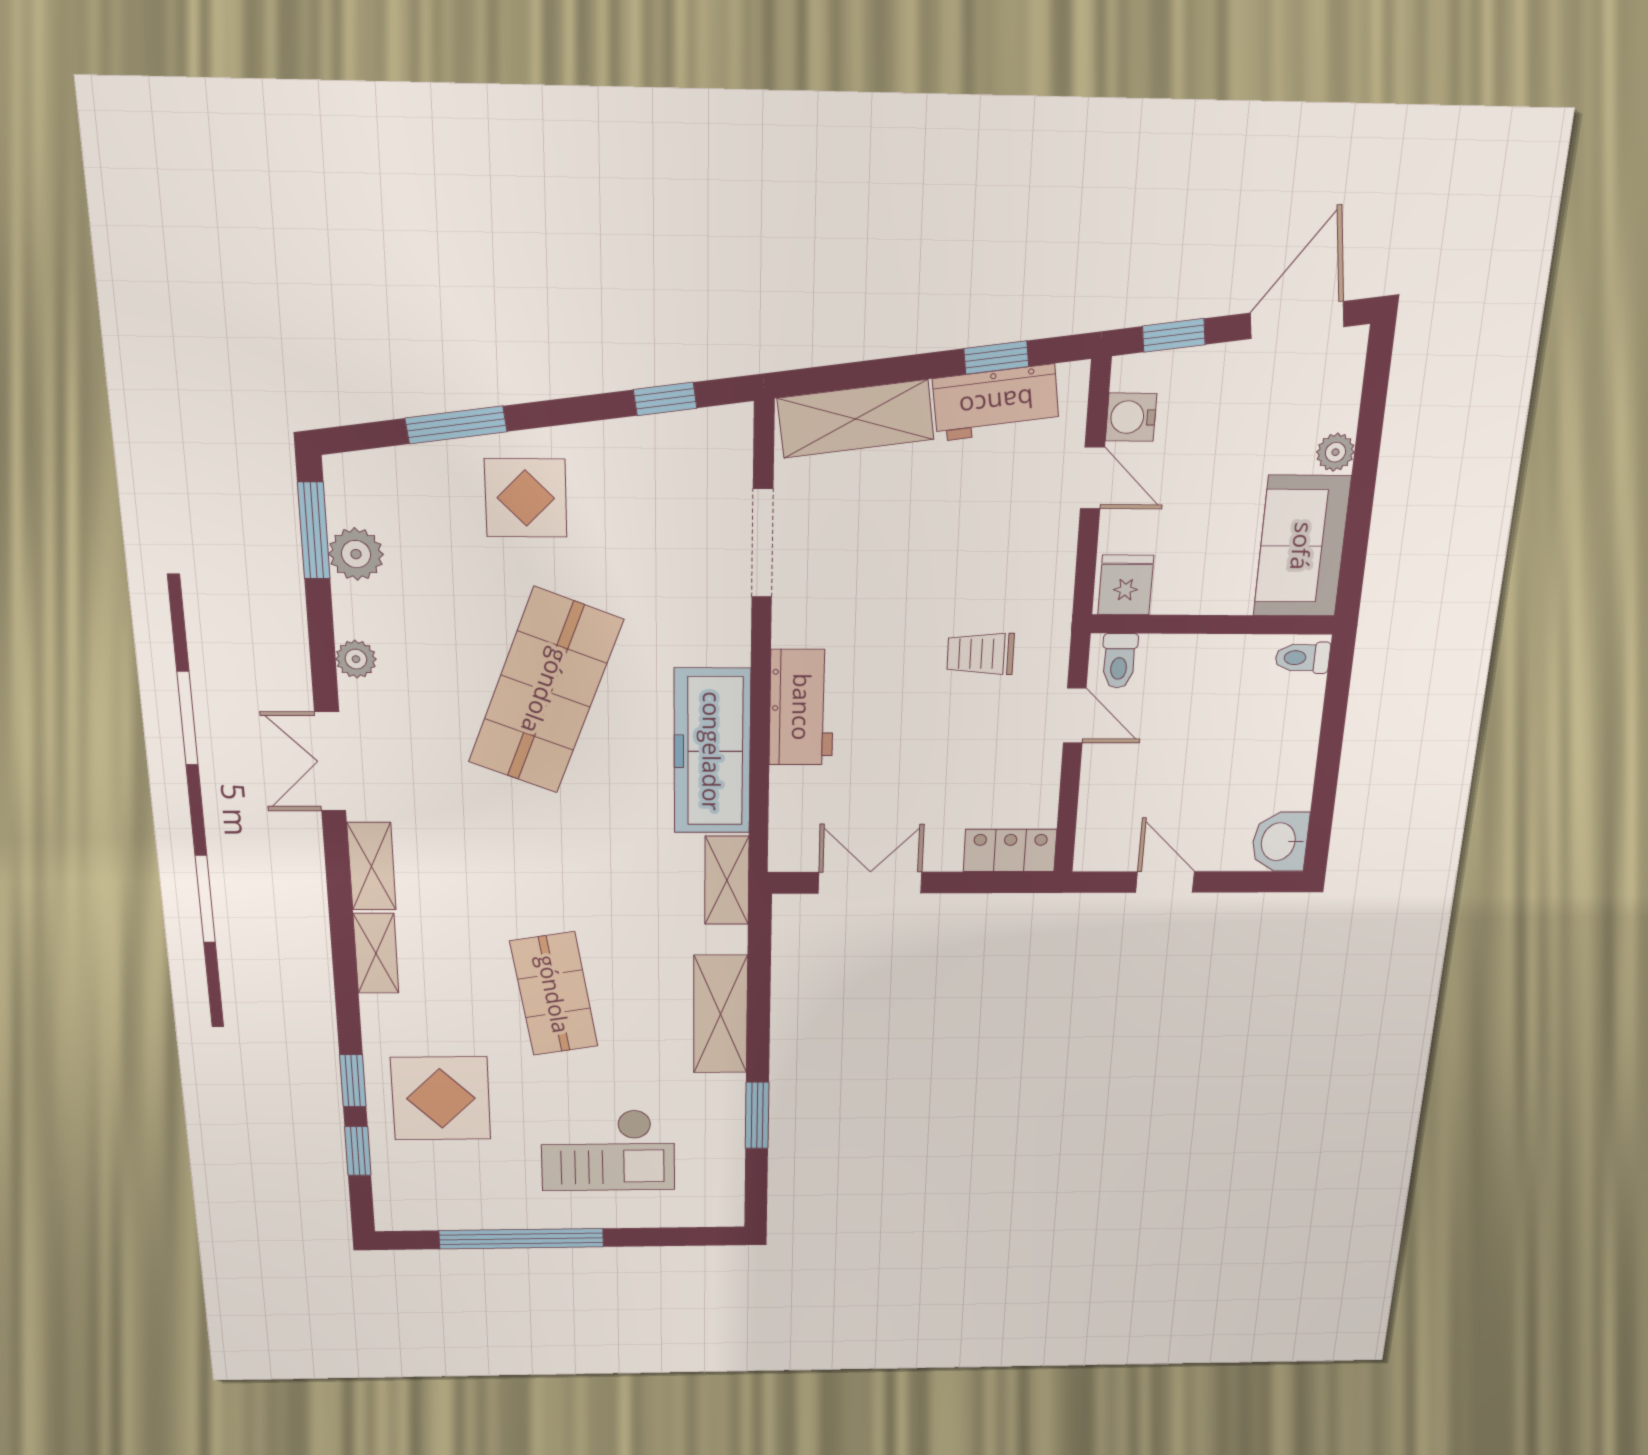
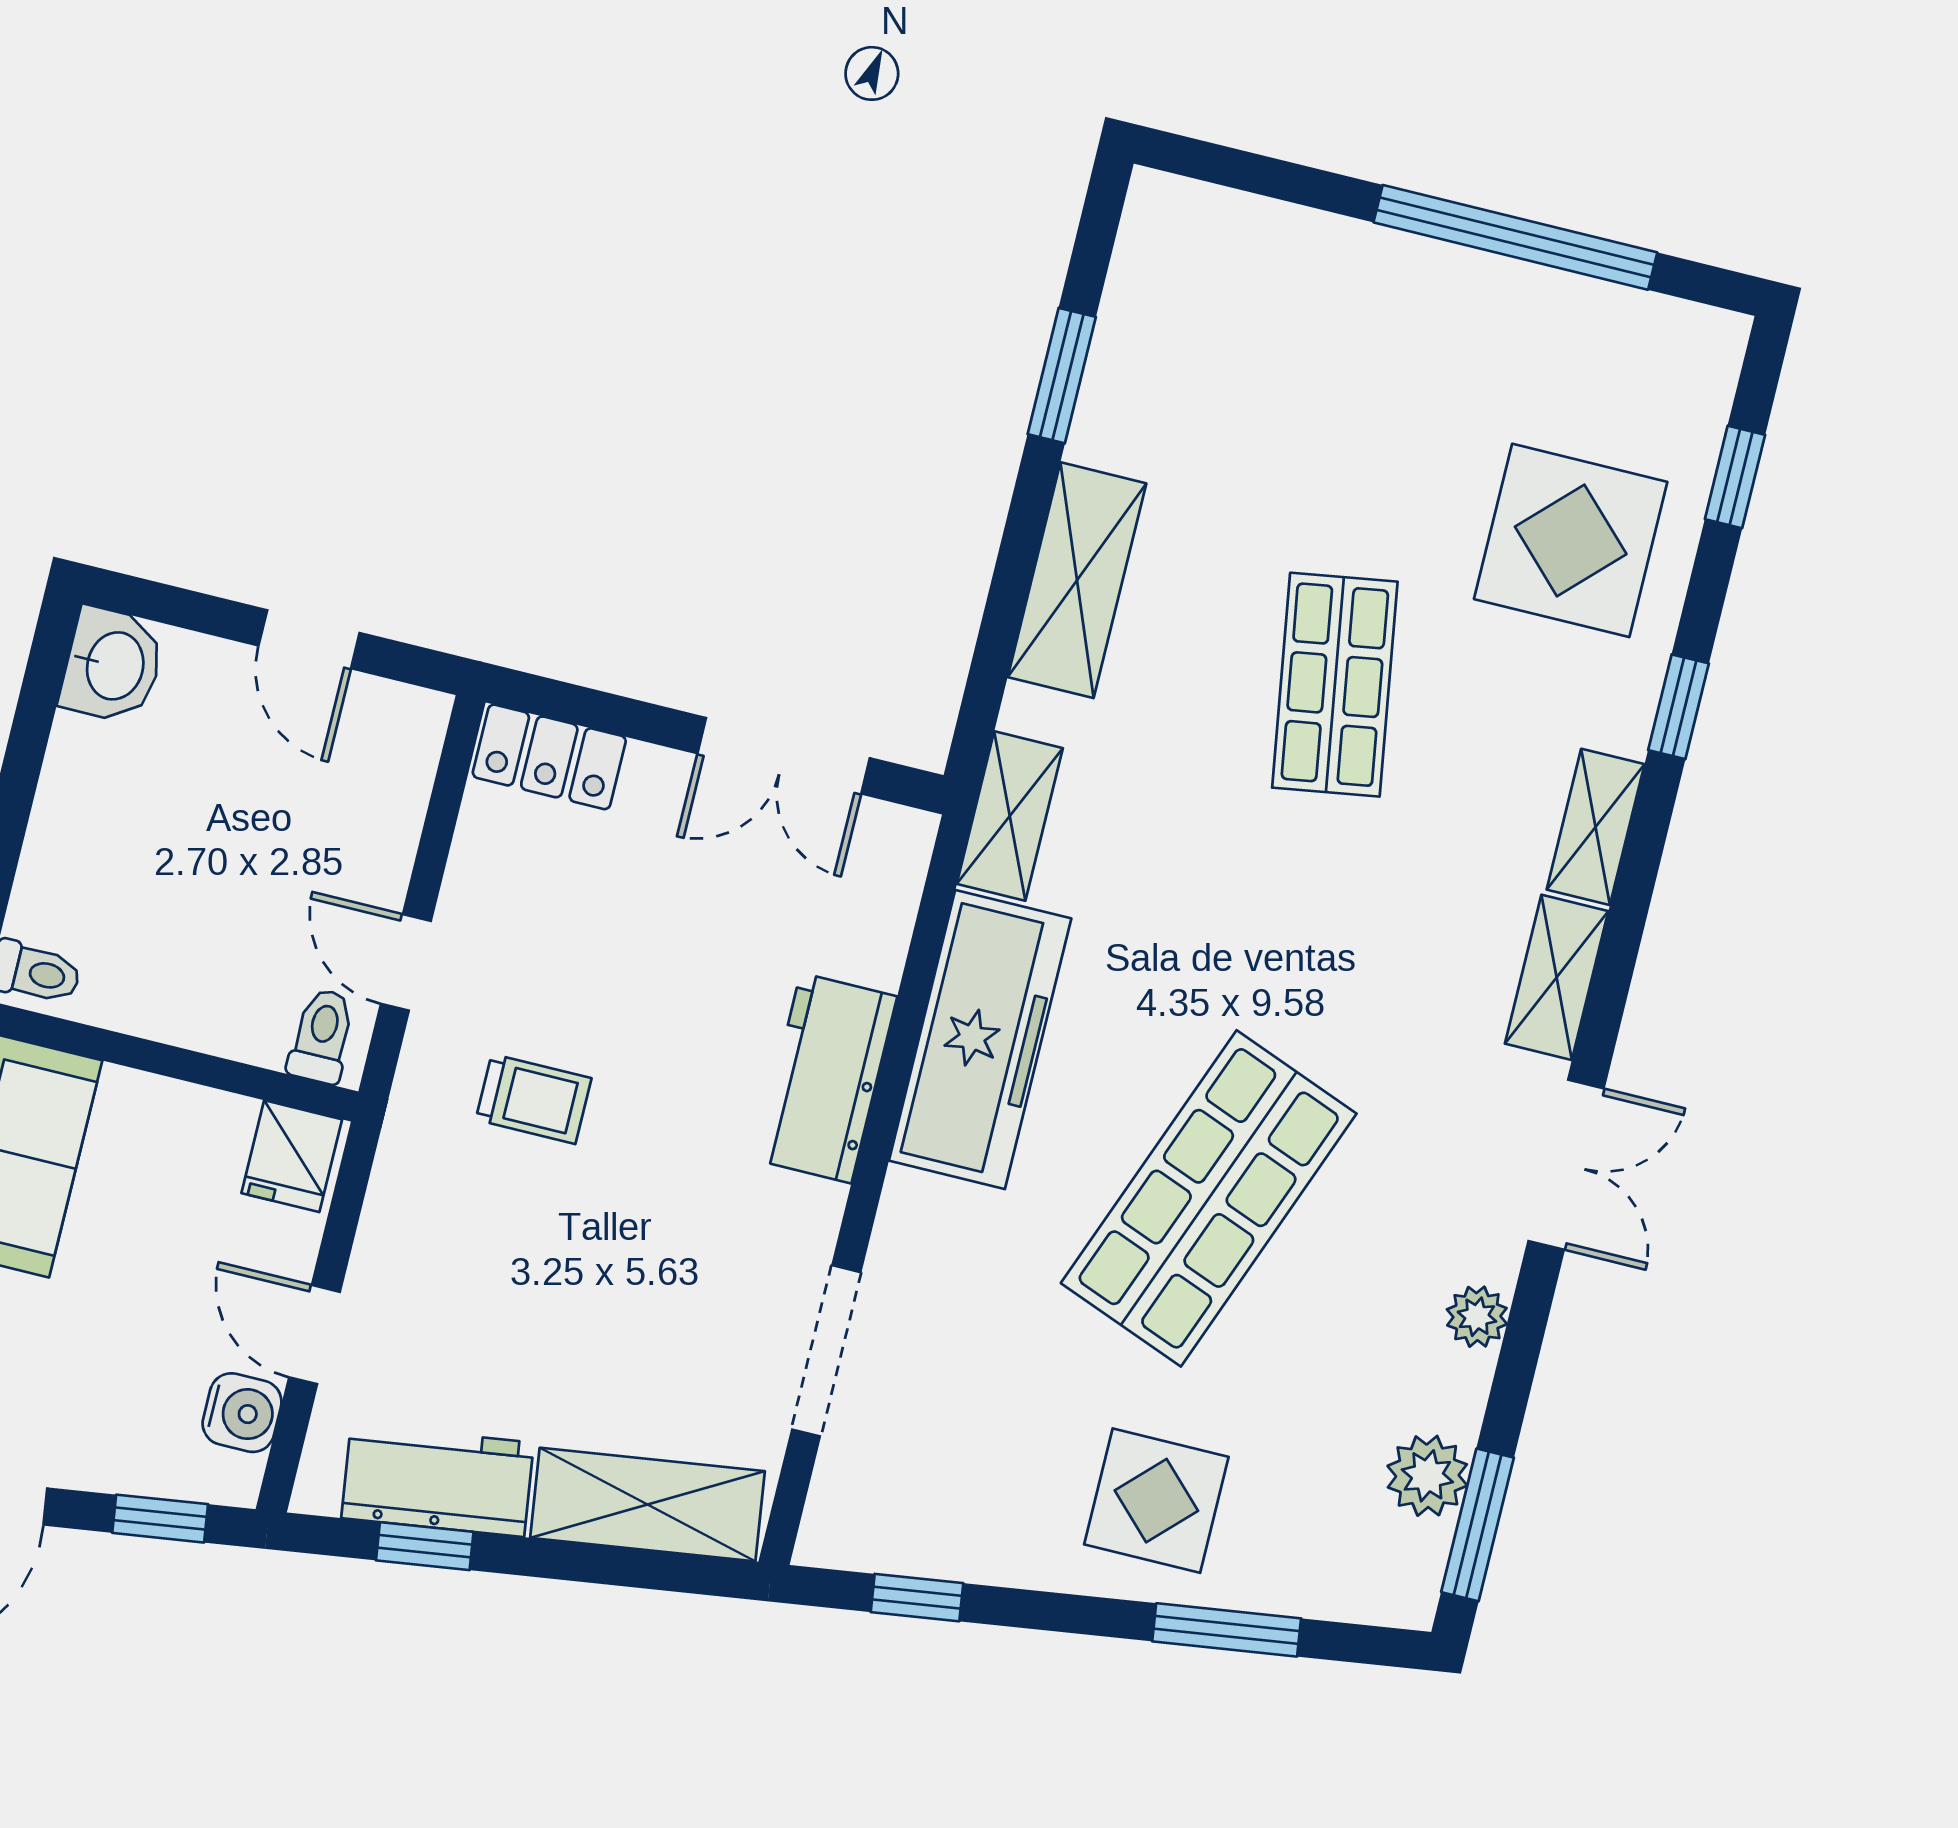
window: (353, 1081) -> (1679, 707), moved
checkout: (608, 1150) -> (1325, 372), removed

